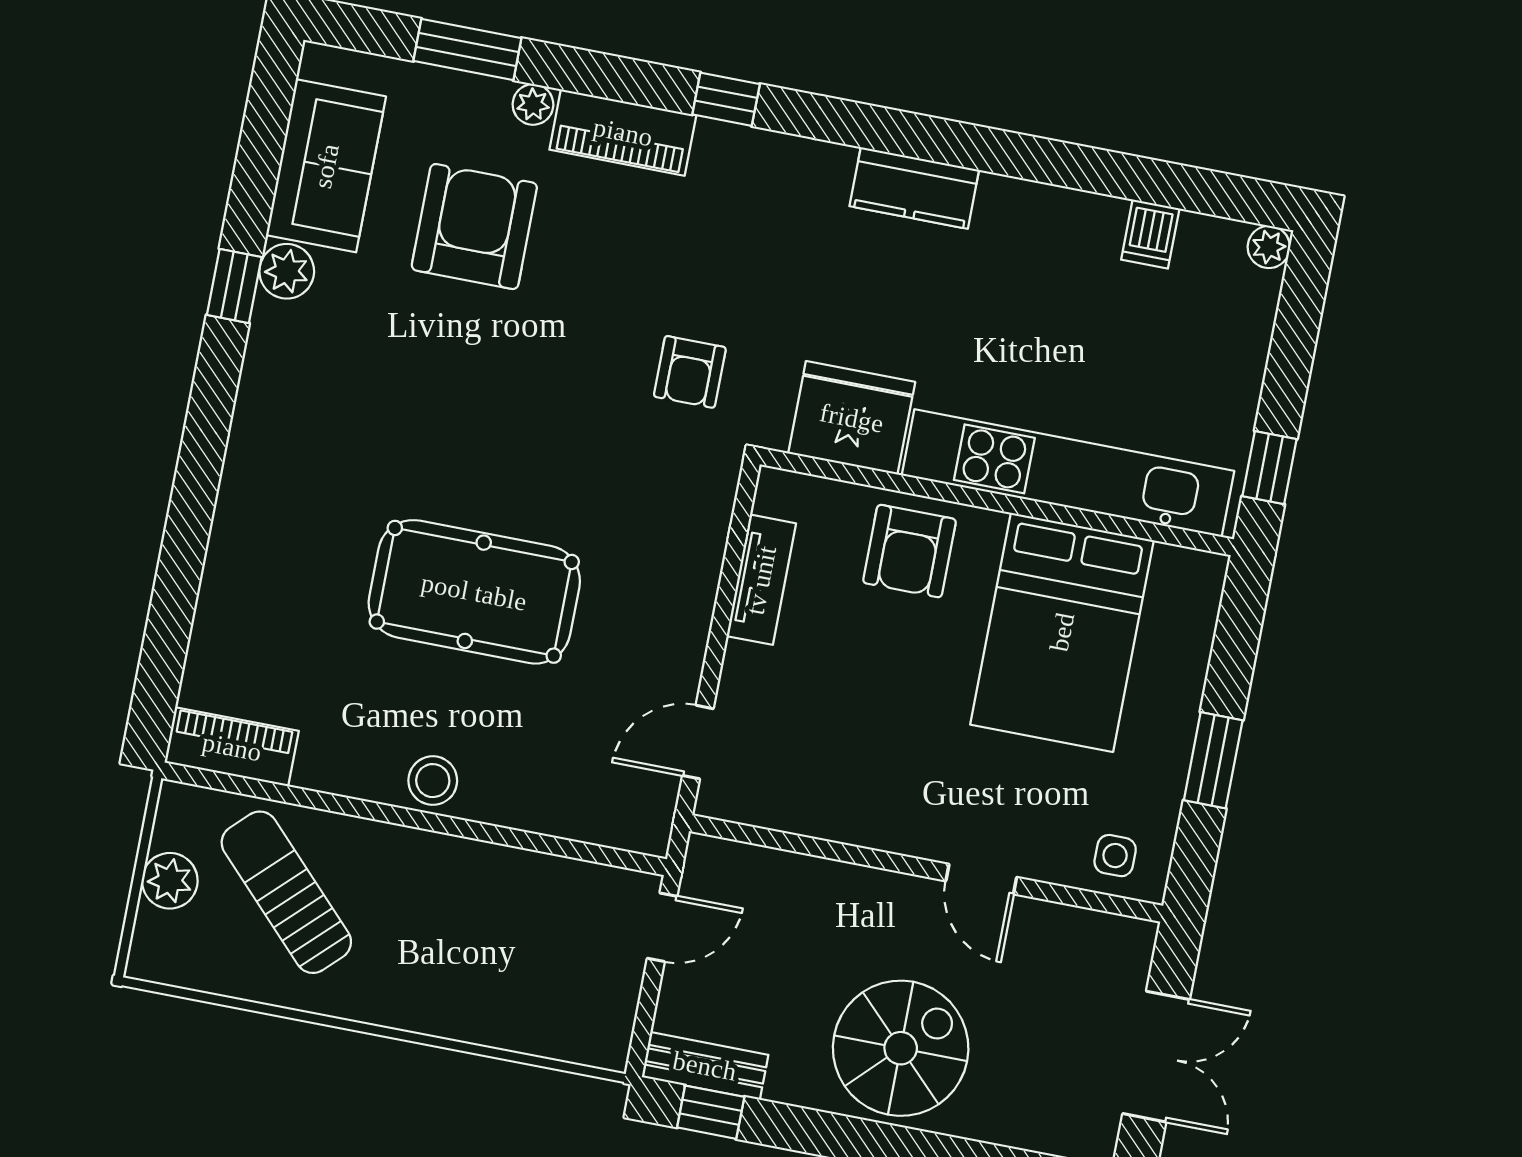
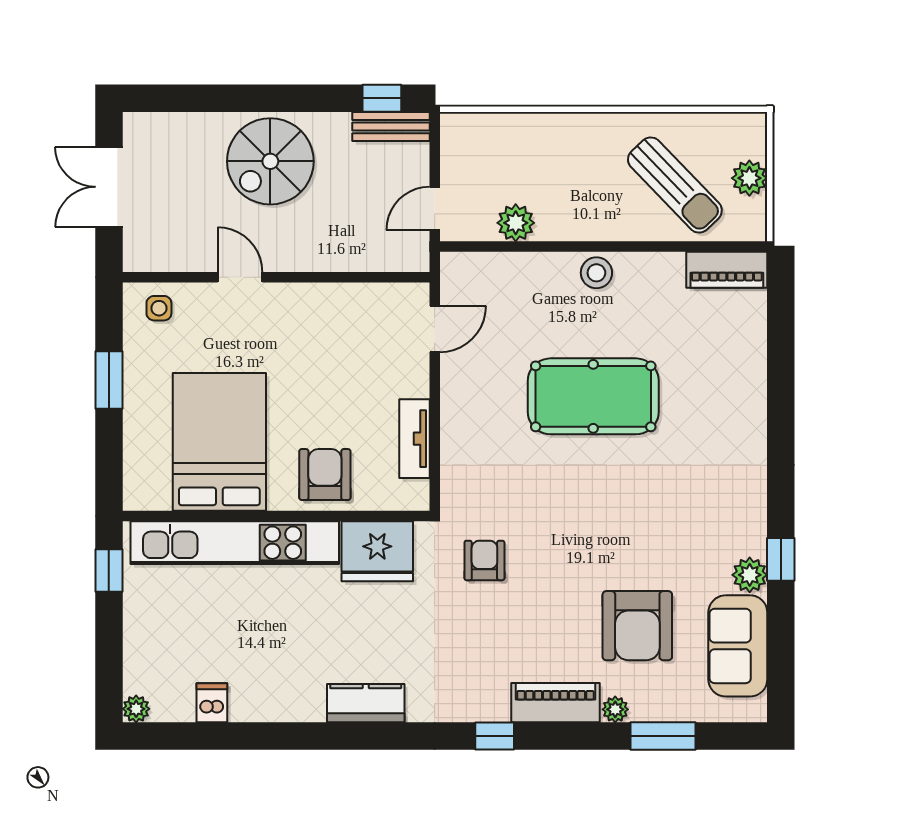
plant: (542, 881) -> (516, 223), added

